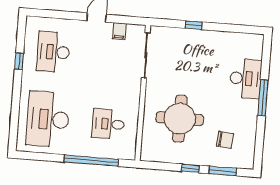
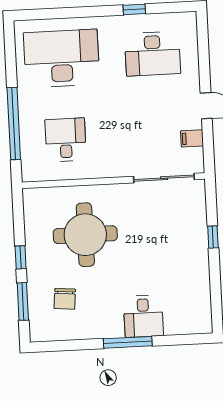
desk: (53, 52) -> (153, 54), turned 180
desk: (246, 79) -> (143, 316), width x0.73

